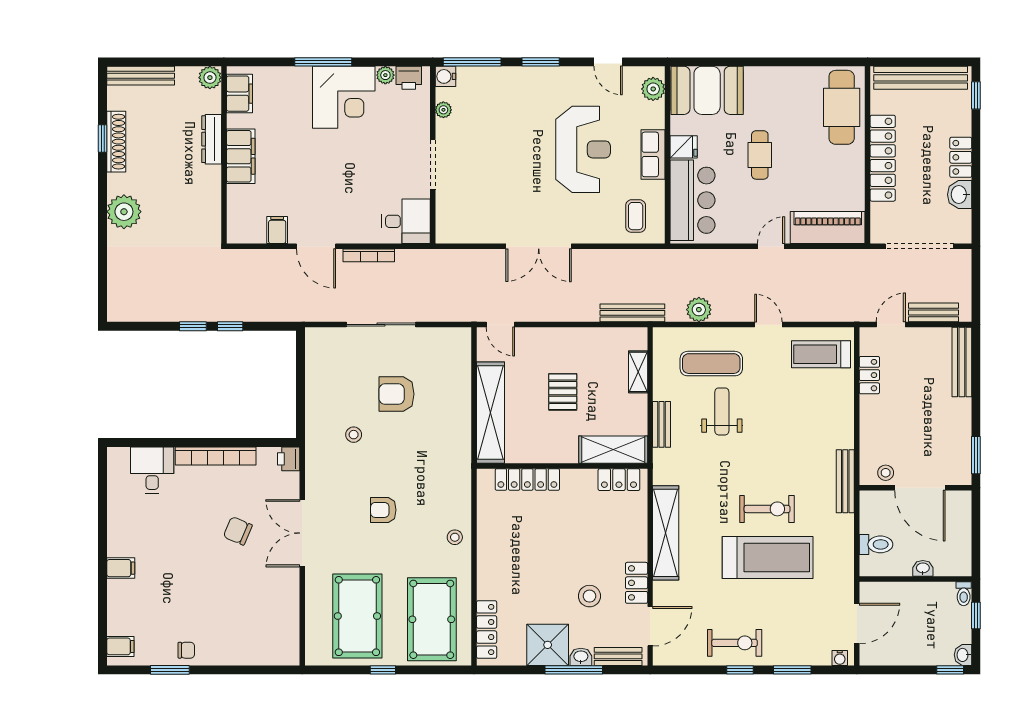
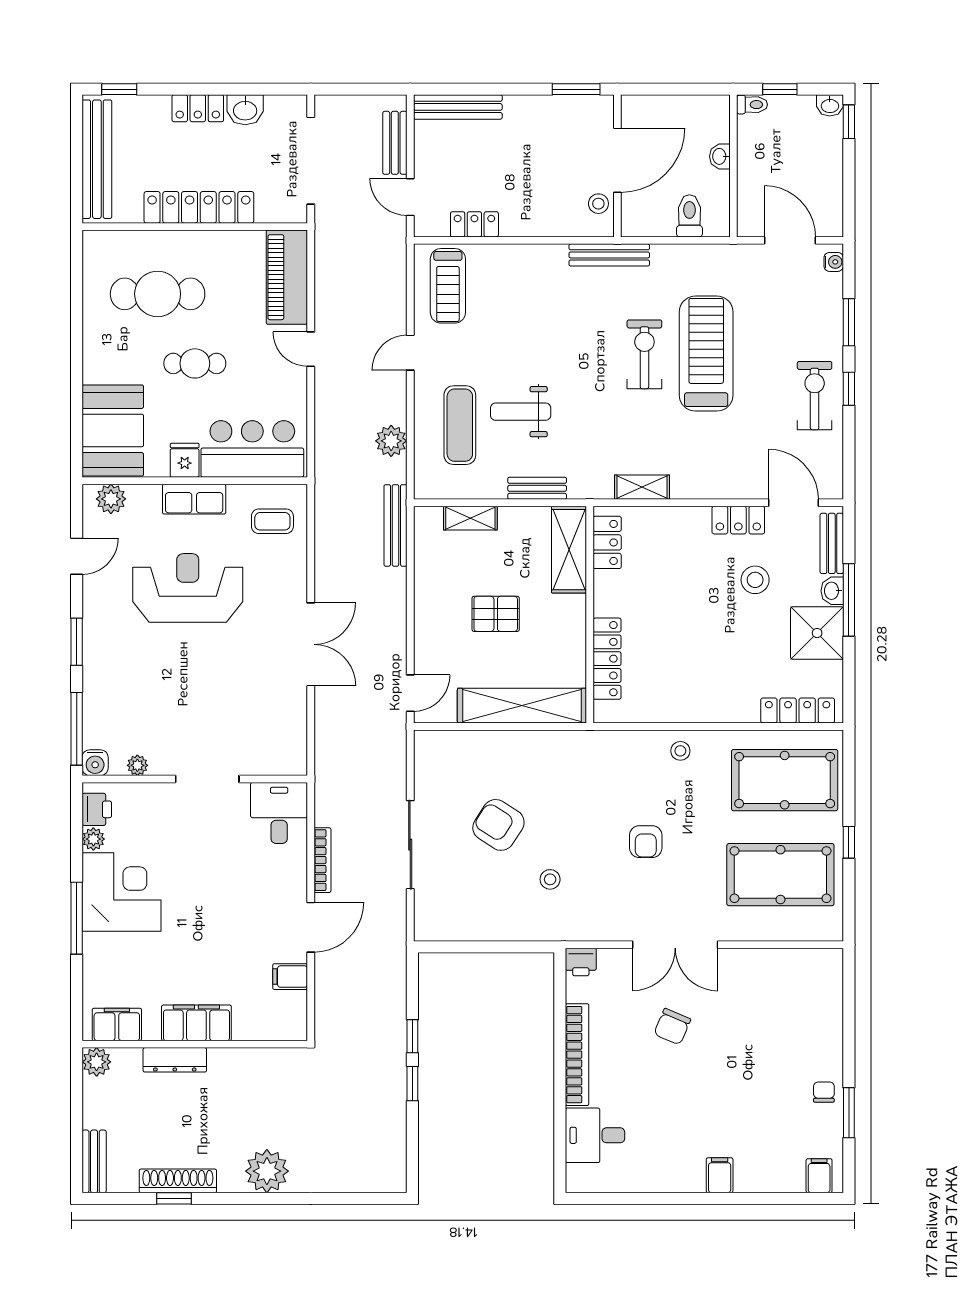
bench: (141, 76) -> (94, 1161), width x0.73
cafe table: (842, 107) -> (158, 294), moved
armchair: (396, 394) -> (498, 825), turned 123
shelving: (666, 533) -> (642, 487), width x0.45, depth x0.75

